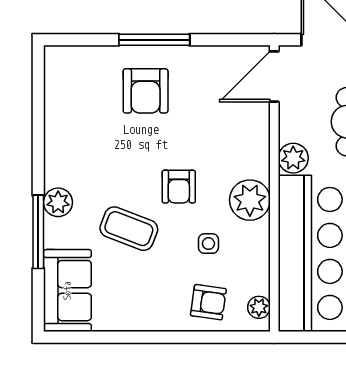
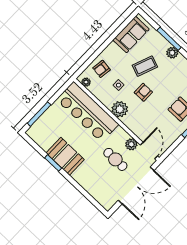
plant: (293, 158) -> (131, 144), moved
armchair: (179, 187) -> (143, 92), turned 90
sofa: (67, 291) -> (131, 34), moved, turned -90

